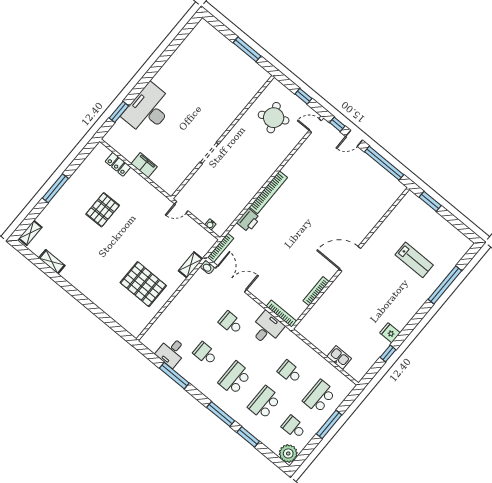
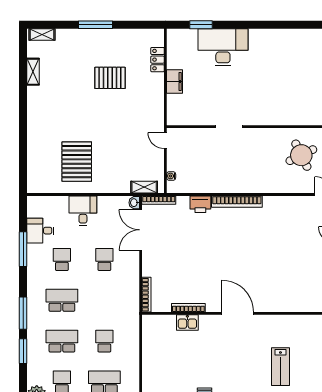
shelving: (191, 265) -> (144, 187), moved
double door: (231, 279) -> (141, 230), swing flipped
desk: (267, 328) -> (83, 211), moved, turned -90
kitchen sink: (339, 357) -> (187, 323), moved, turned 90

